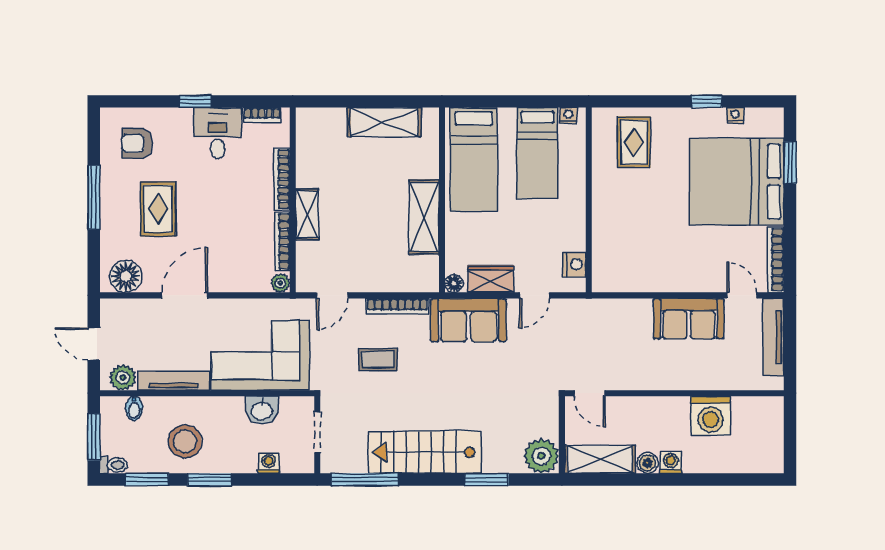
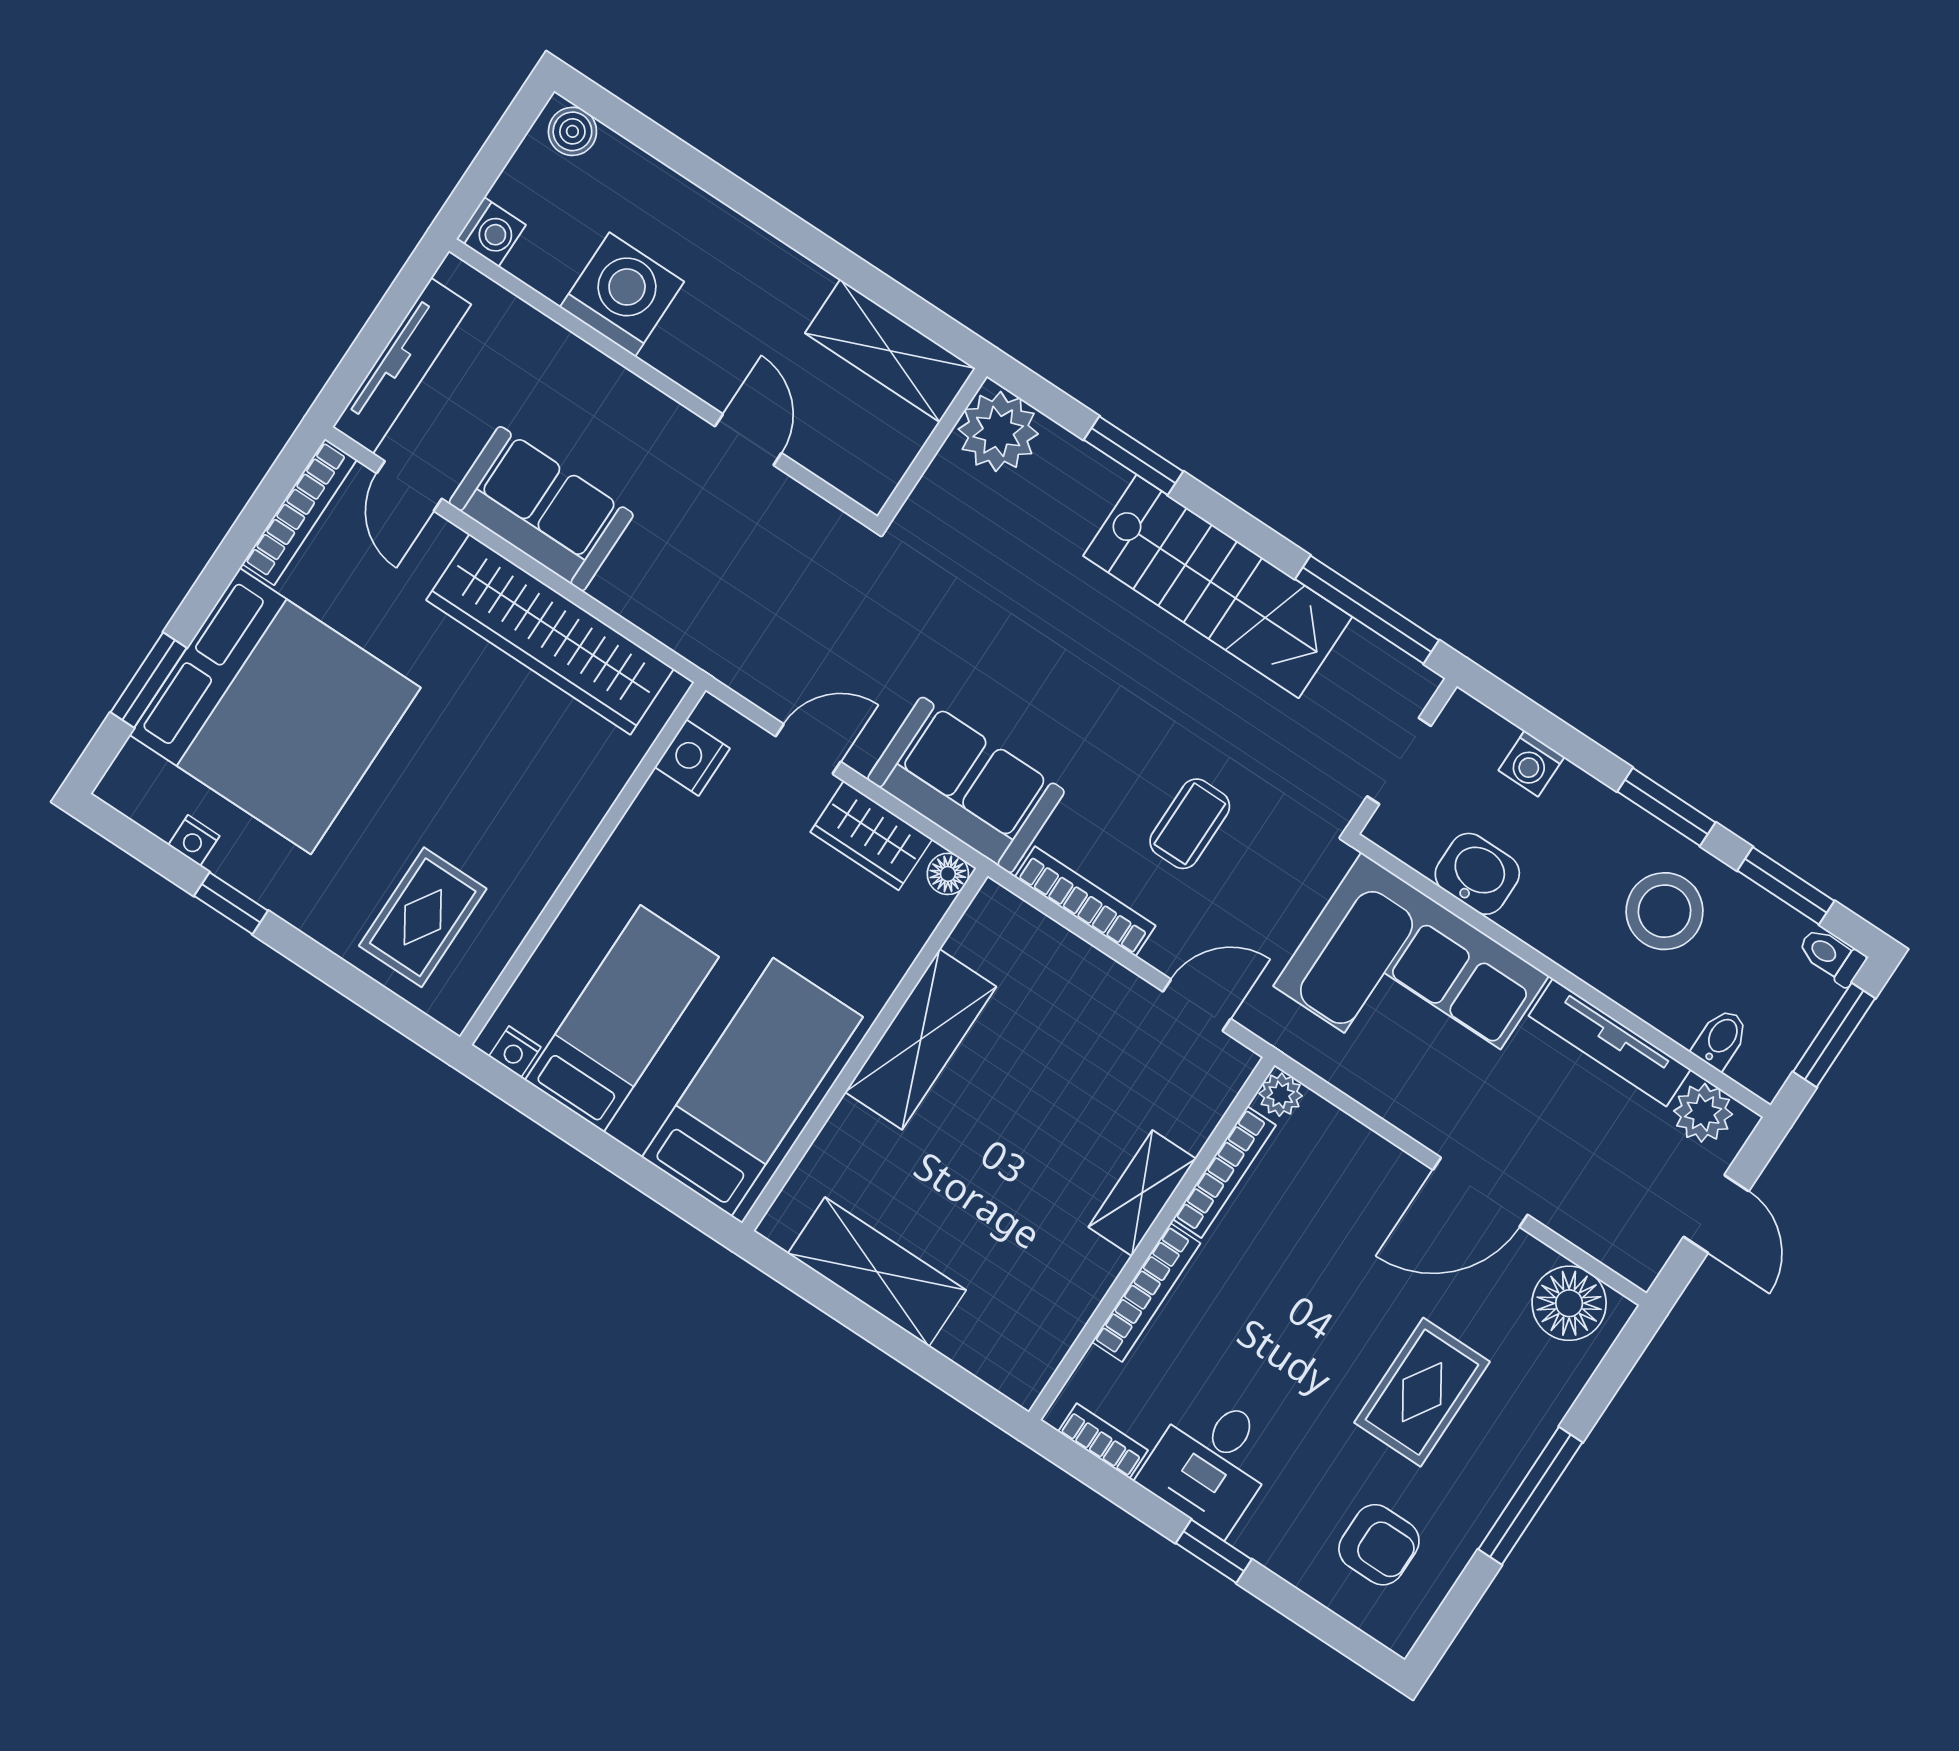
wardrobe: (655, 275) -> (550, 634), added
coffee table: (378, 360) -> (1190, 824), turned 90
door: (590, 393) -> (748, 440), moved
boiler: (648, 463) -> (572, 131), moved
washing machine: (671, 463) -> (491, 232), moved, turned -90

